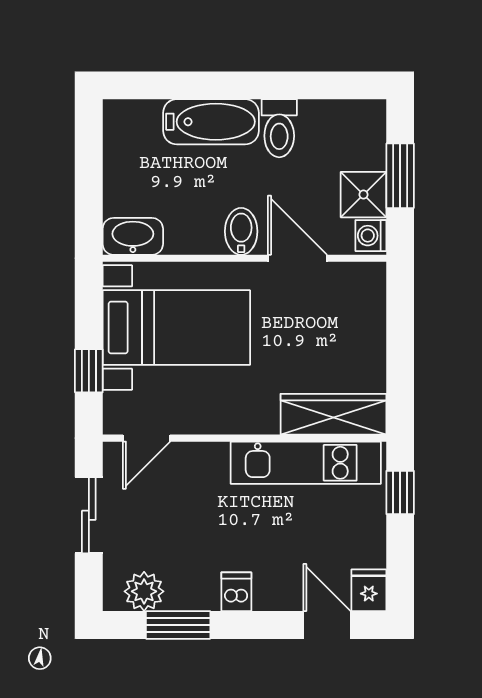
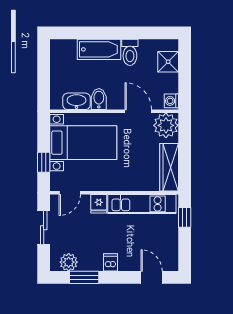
window: (400, 176) -> (185, 74), removed
shower: (363, 195) -> (168, 62), moved
bidet: (241, 231) -> (99, 99), moved
washbasin: (133, 236) -> (77, 101), moved
plant: (359, 289) -> (166, 125), added
wardrobe: (333, 414) -> (169, 167), moved, turned -90
fridge: (369, 590) -> (99, 204), moved, turned 180

